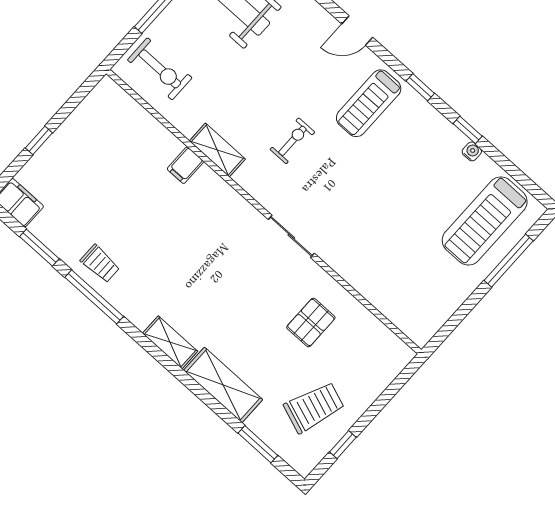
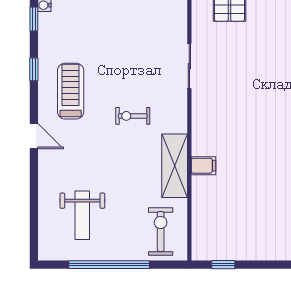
treadmill: (369, 103) -> (71, 91), turned -90
window: (39, 140) -> (223, 265), moved
shelving: (217, 150) -> (175, 166), width x1.50, depth x1.33

